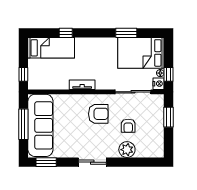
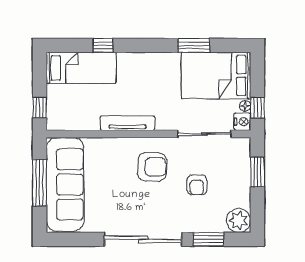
tv unit: (82, 85) -> (128, 123), width x1.41
plant: (127, 150) -> (239, 221), moved
window: (46, 162) -> (209, 239), moved
sliding door: (92, 162) -> (143, 239), width x1.86

